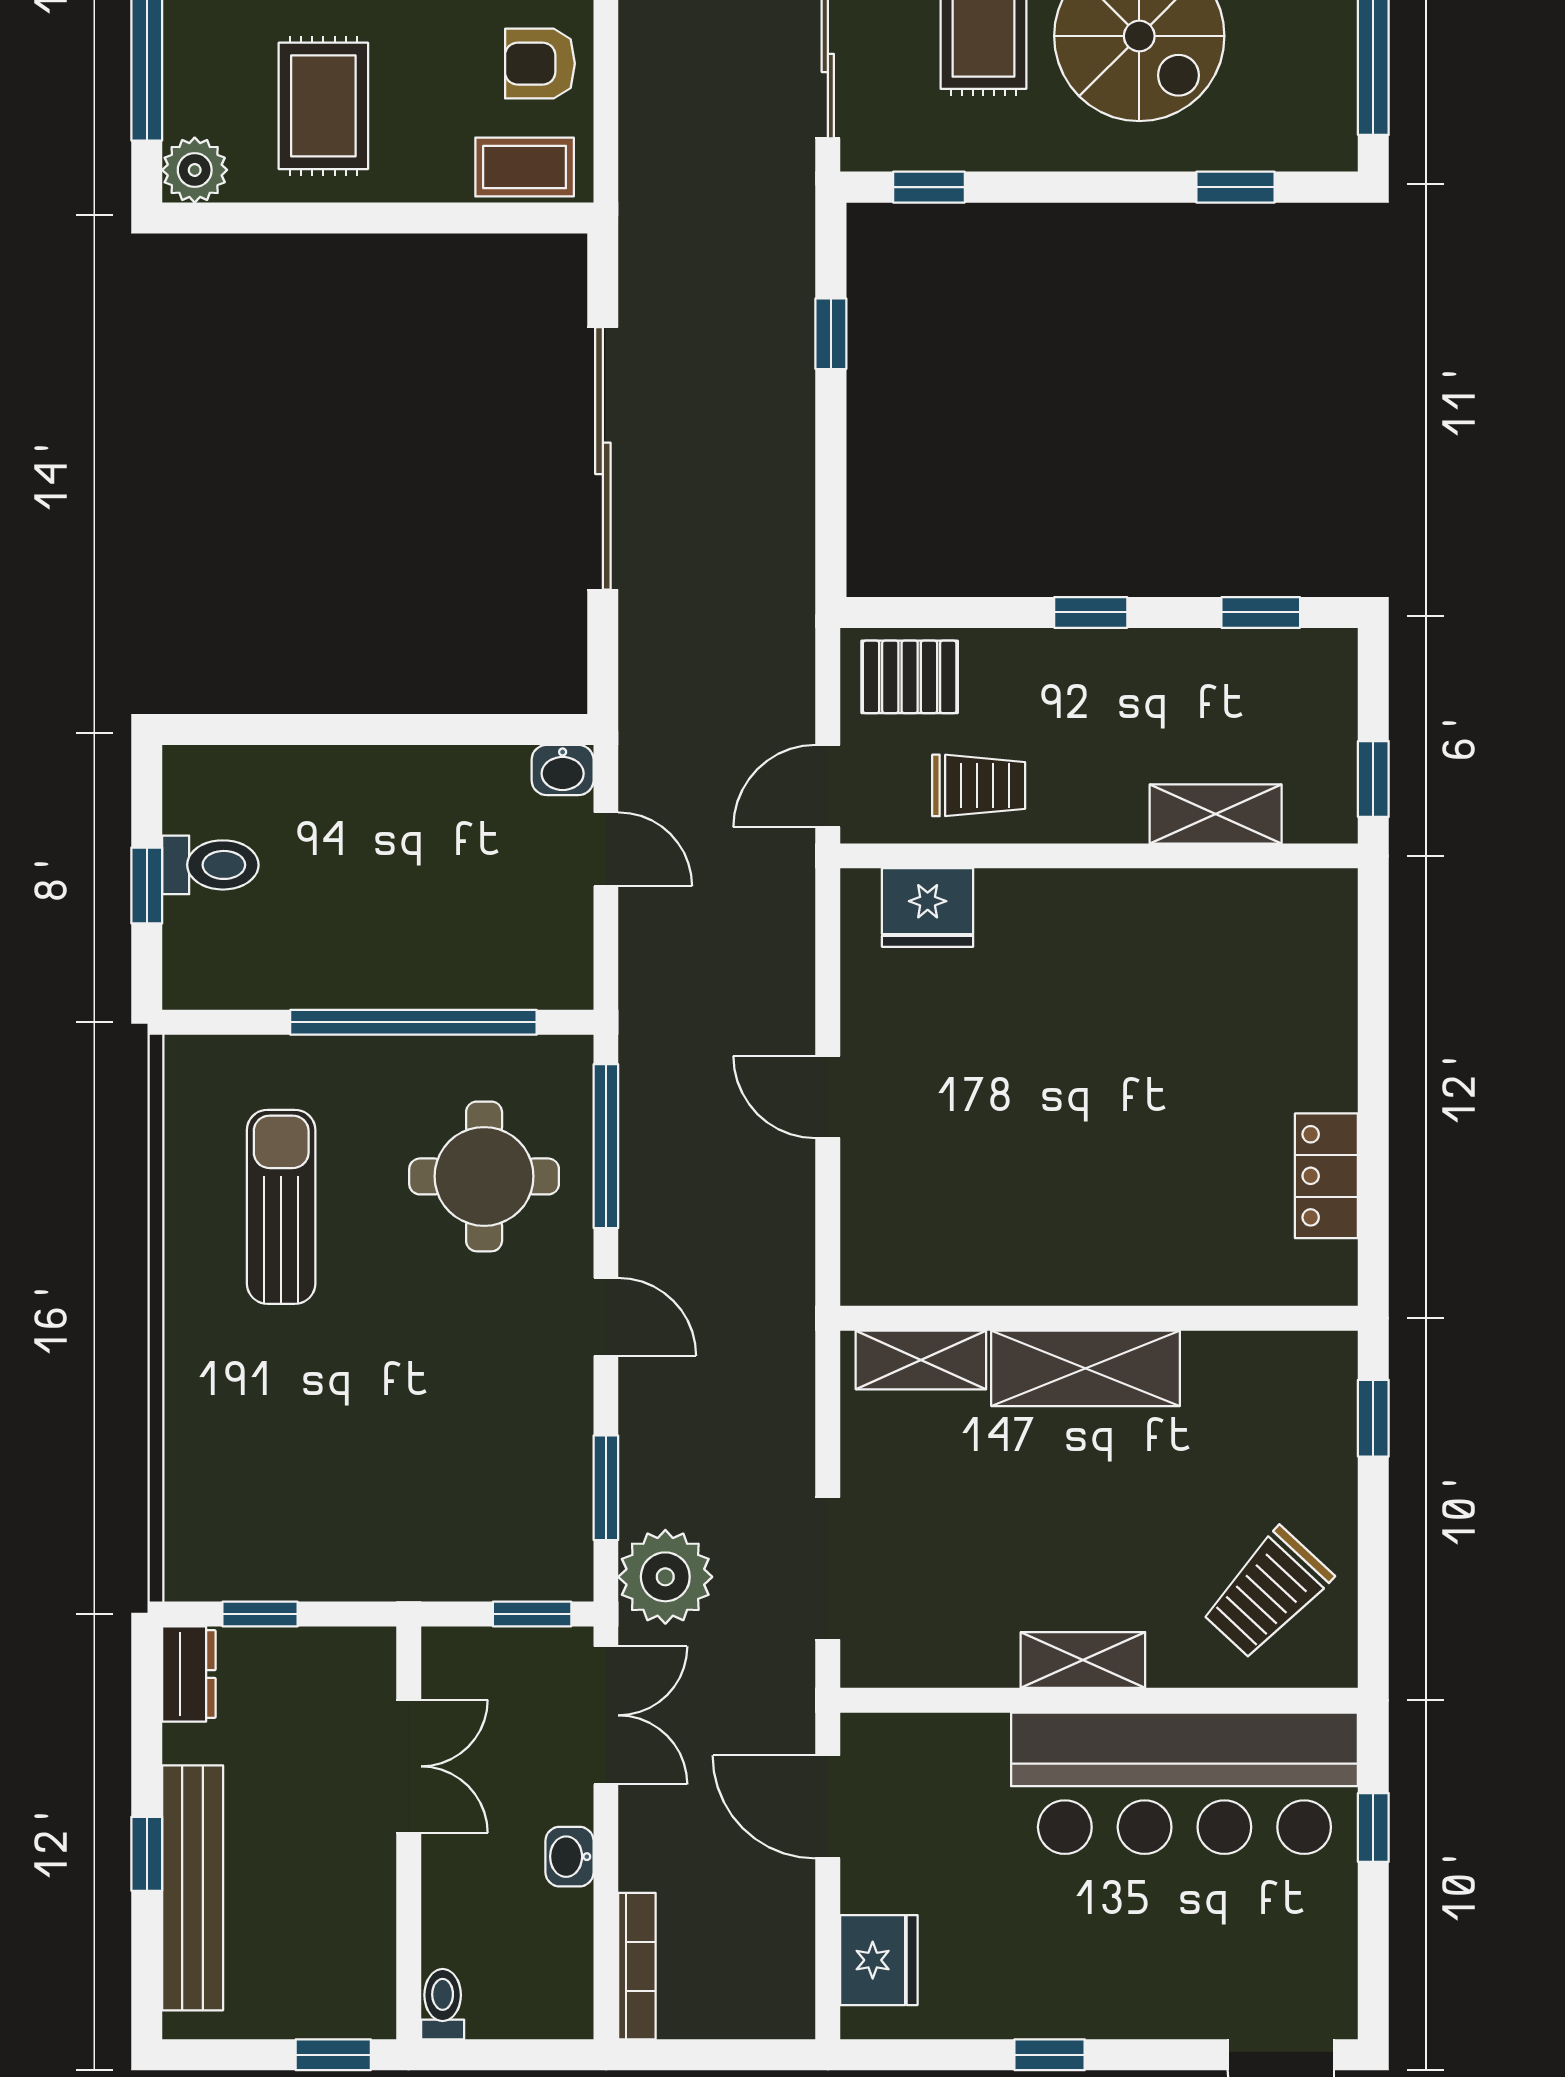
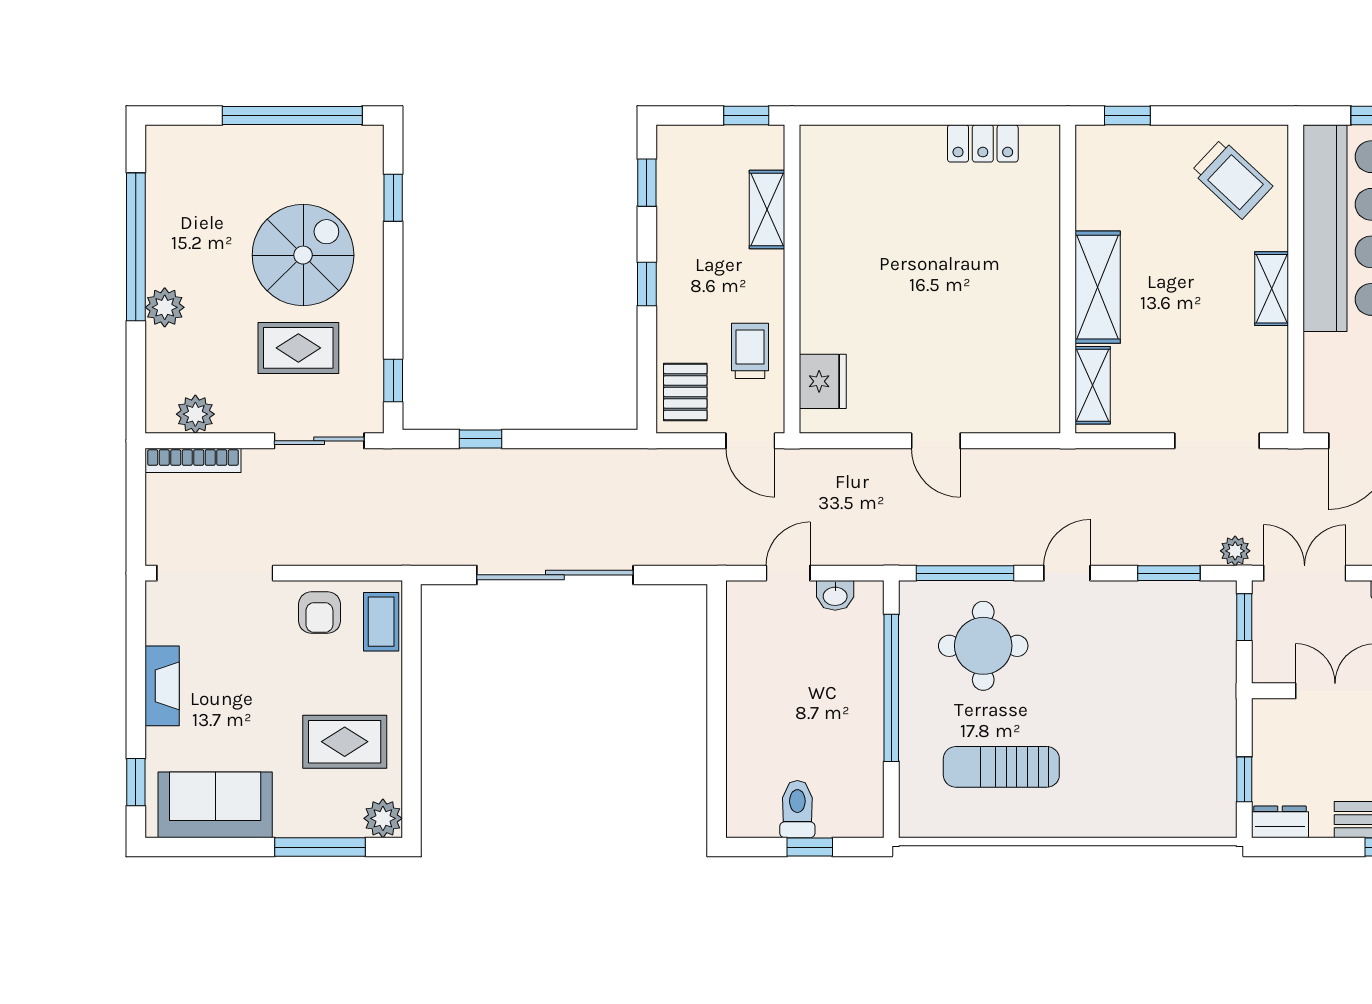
washbasin: (563, 770) -> (835, 595), moved, turned 90
door: (828, 1097) -> (936, 441), hinge flipped
plant: (665, 1577) -> (1235, 551), width x0.53, depth x0.53

